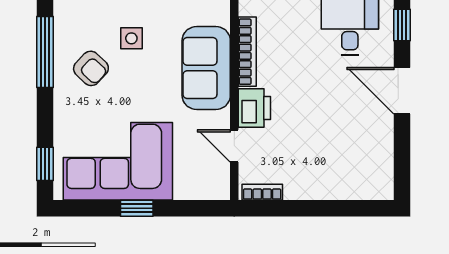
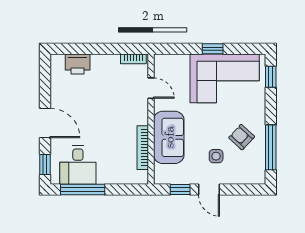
printer: (254, 108) -> (78, 64), moved, turned -90

